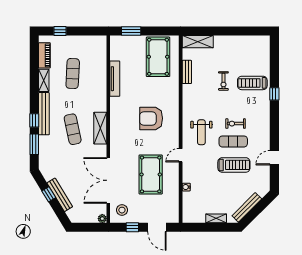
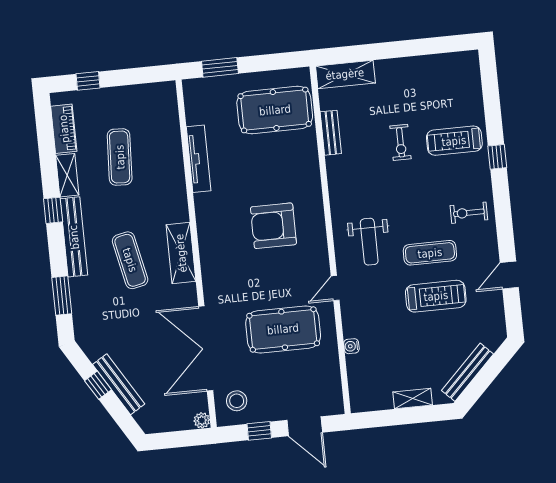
pool table: (158, 57) -> (275, 110), turned 90
window: (34, 120) -> (53, 210), moved
exercise bike: (236, 124) -> (469, 213), moved
pool table: (151, 174) -> (283, 329), turned 90

